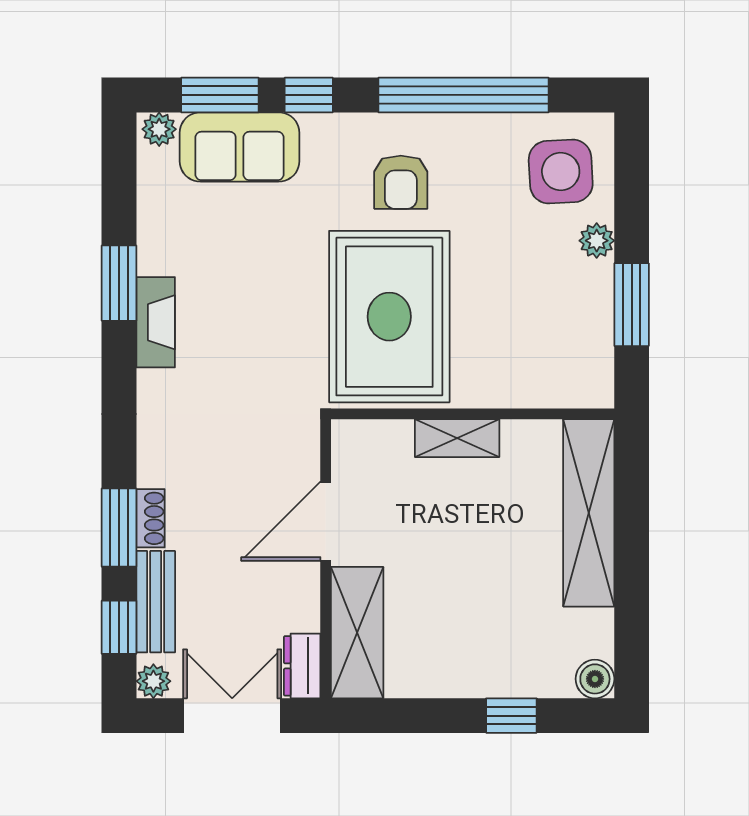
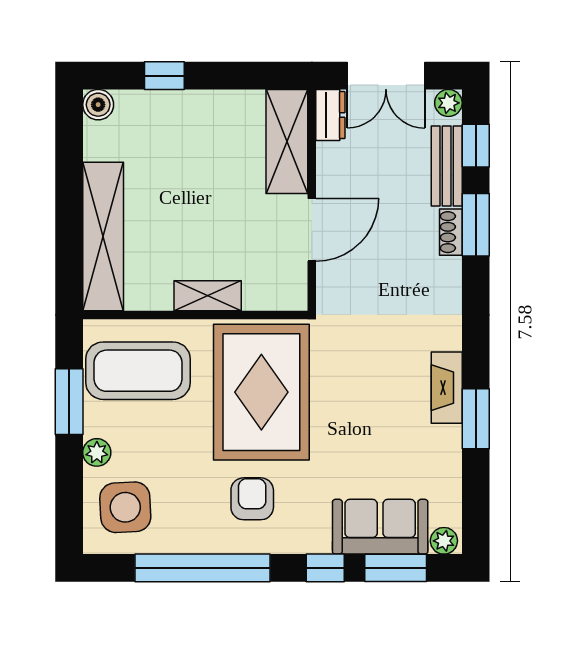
coffee table: (545, 344) -> (138, 371), added

